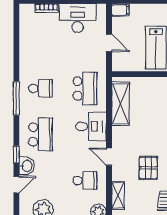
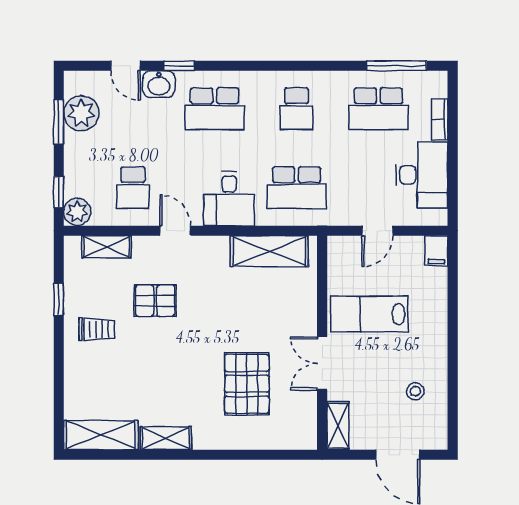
school desk: (40, 42) -> (378, 109), added
window: (16, 98) -> (397, 66), moved
door: (109, 157) -> (175, 231), hinge flipped

